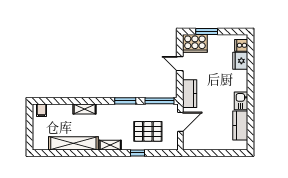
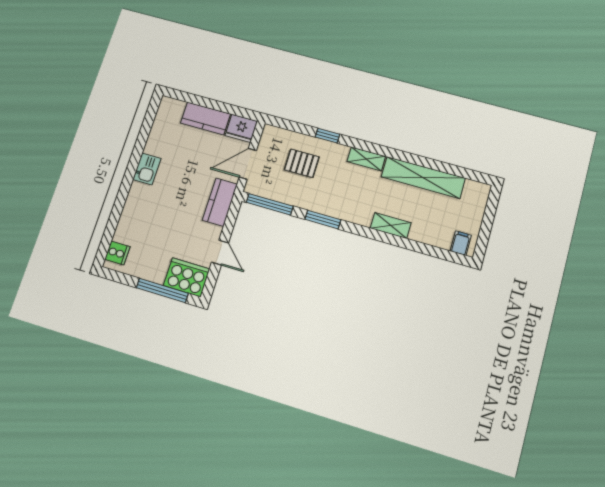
window: (207, 31) -> (162, 290), width x1.44
fridge: (240, 61) -> (241, 128), moved, turned 90
kitchen counter: (240, 125) -> (205, 118), moved, turned 90
pallet: (148, 131) -> (302, 163), width x0.67, depth x0.71

